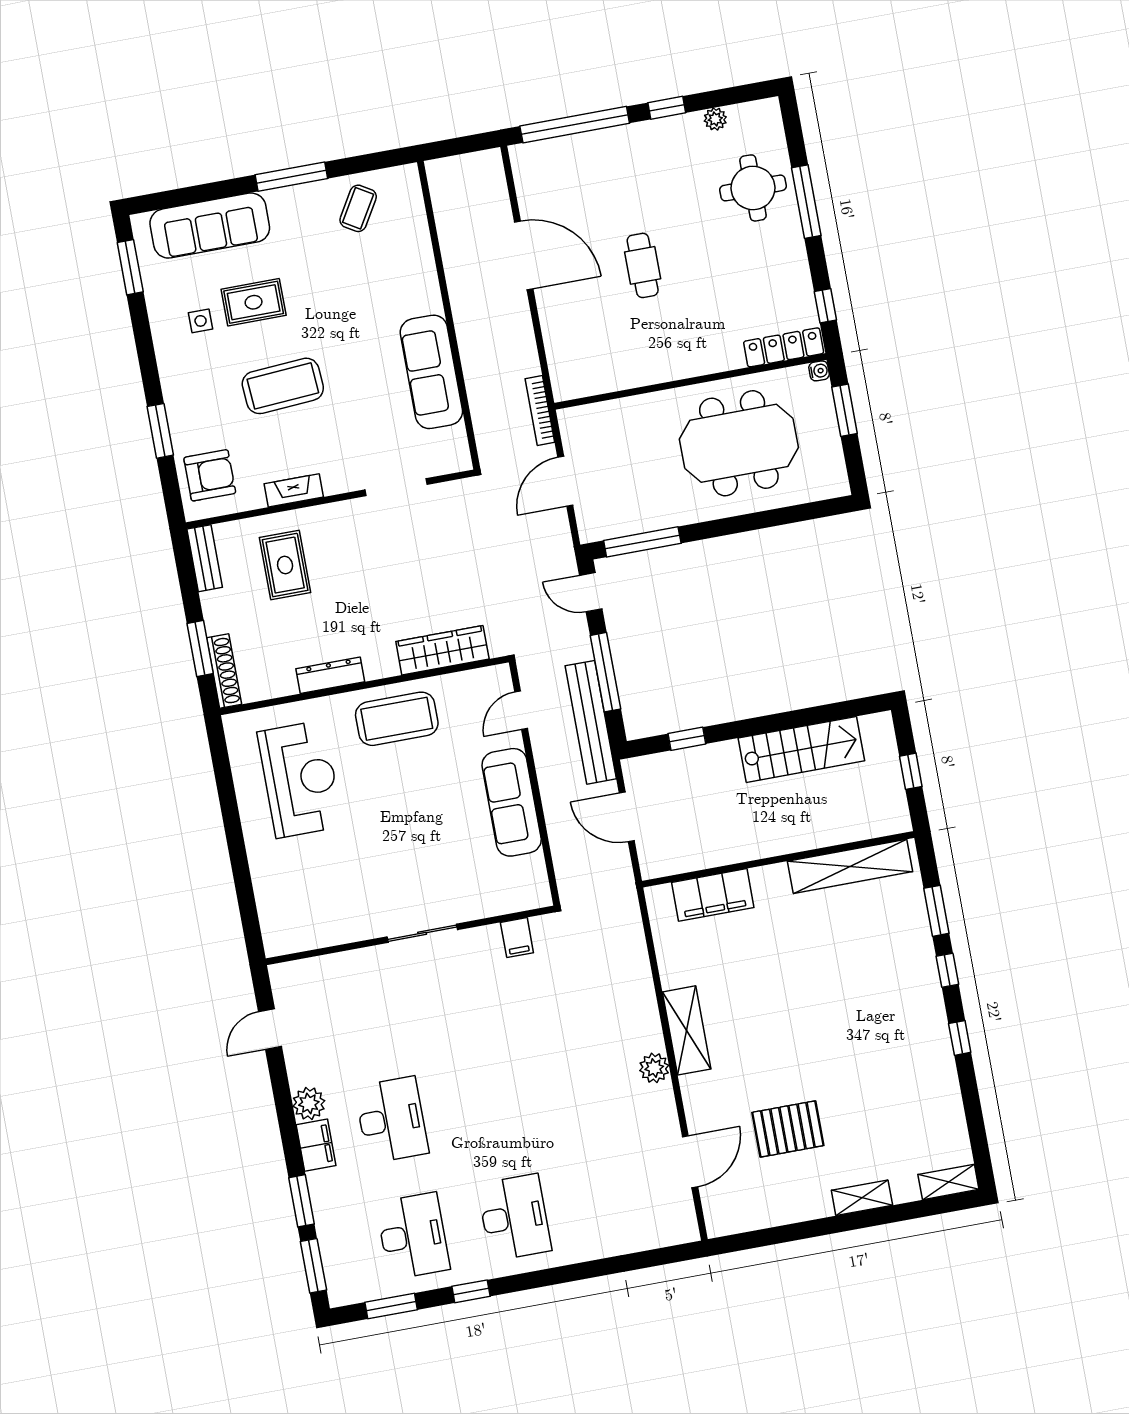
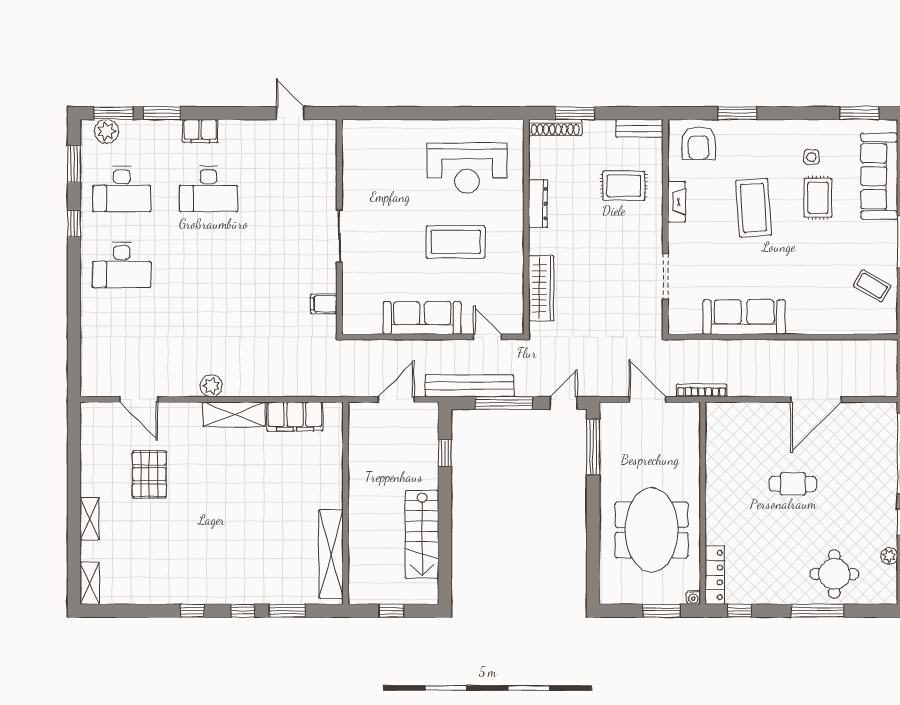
coffee table: (397, 719) -> (456, 242), moved, turned 90
filing cabinet: (713, 895) -> (295, 416), moved, turned -90
plant: (309, 1103) -> (107, 131), moved

